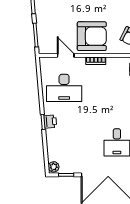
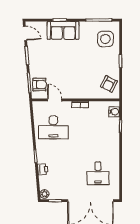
armchair: (92, 36) -> (39, 85), moved, width x0.53, depth x0.53
printer: (50, 122) -> (43, 169), moved

